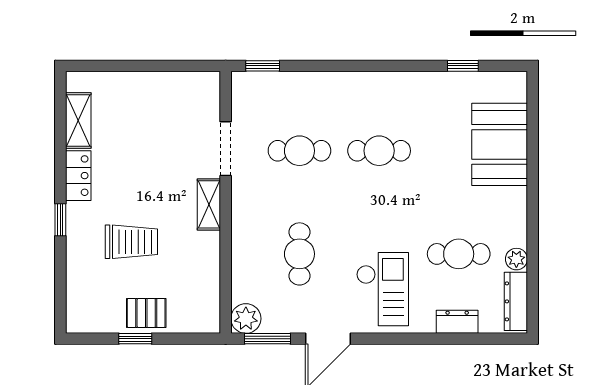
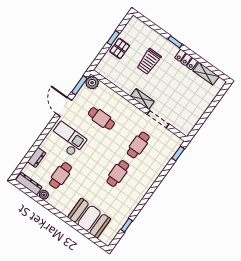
checkout: (383, 289) -> (67, 139), turned 180

